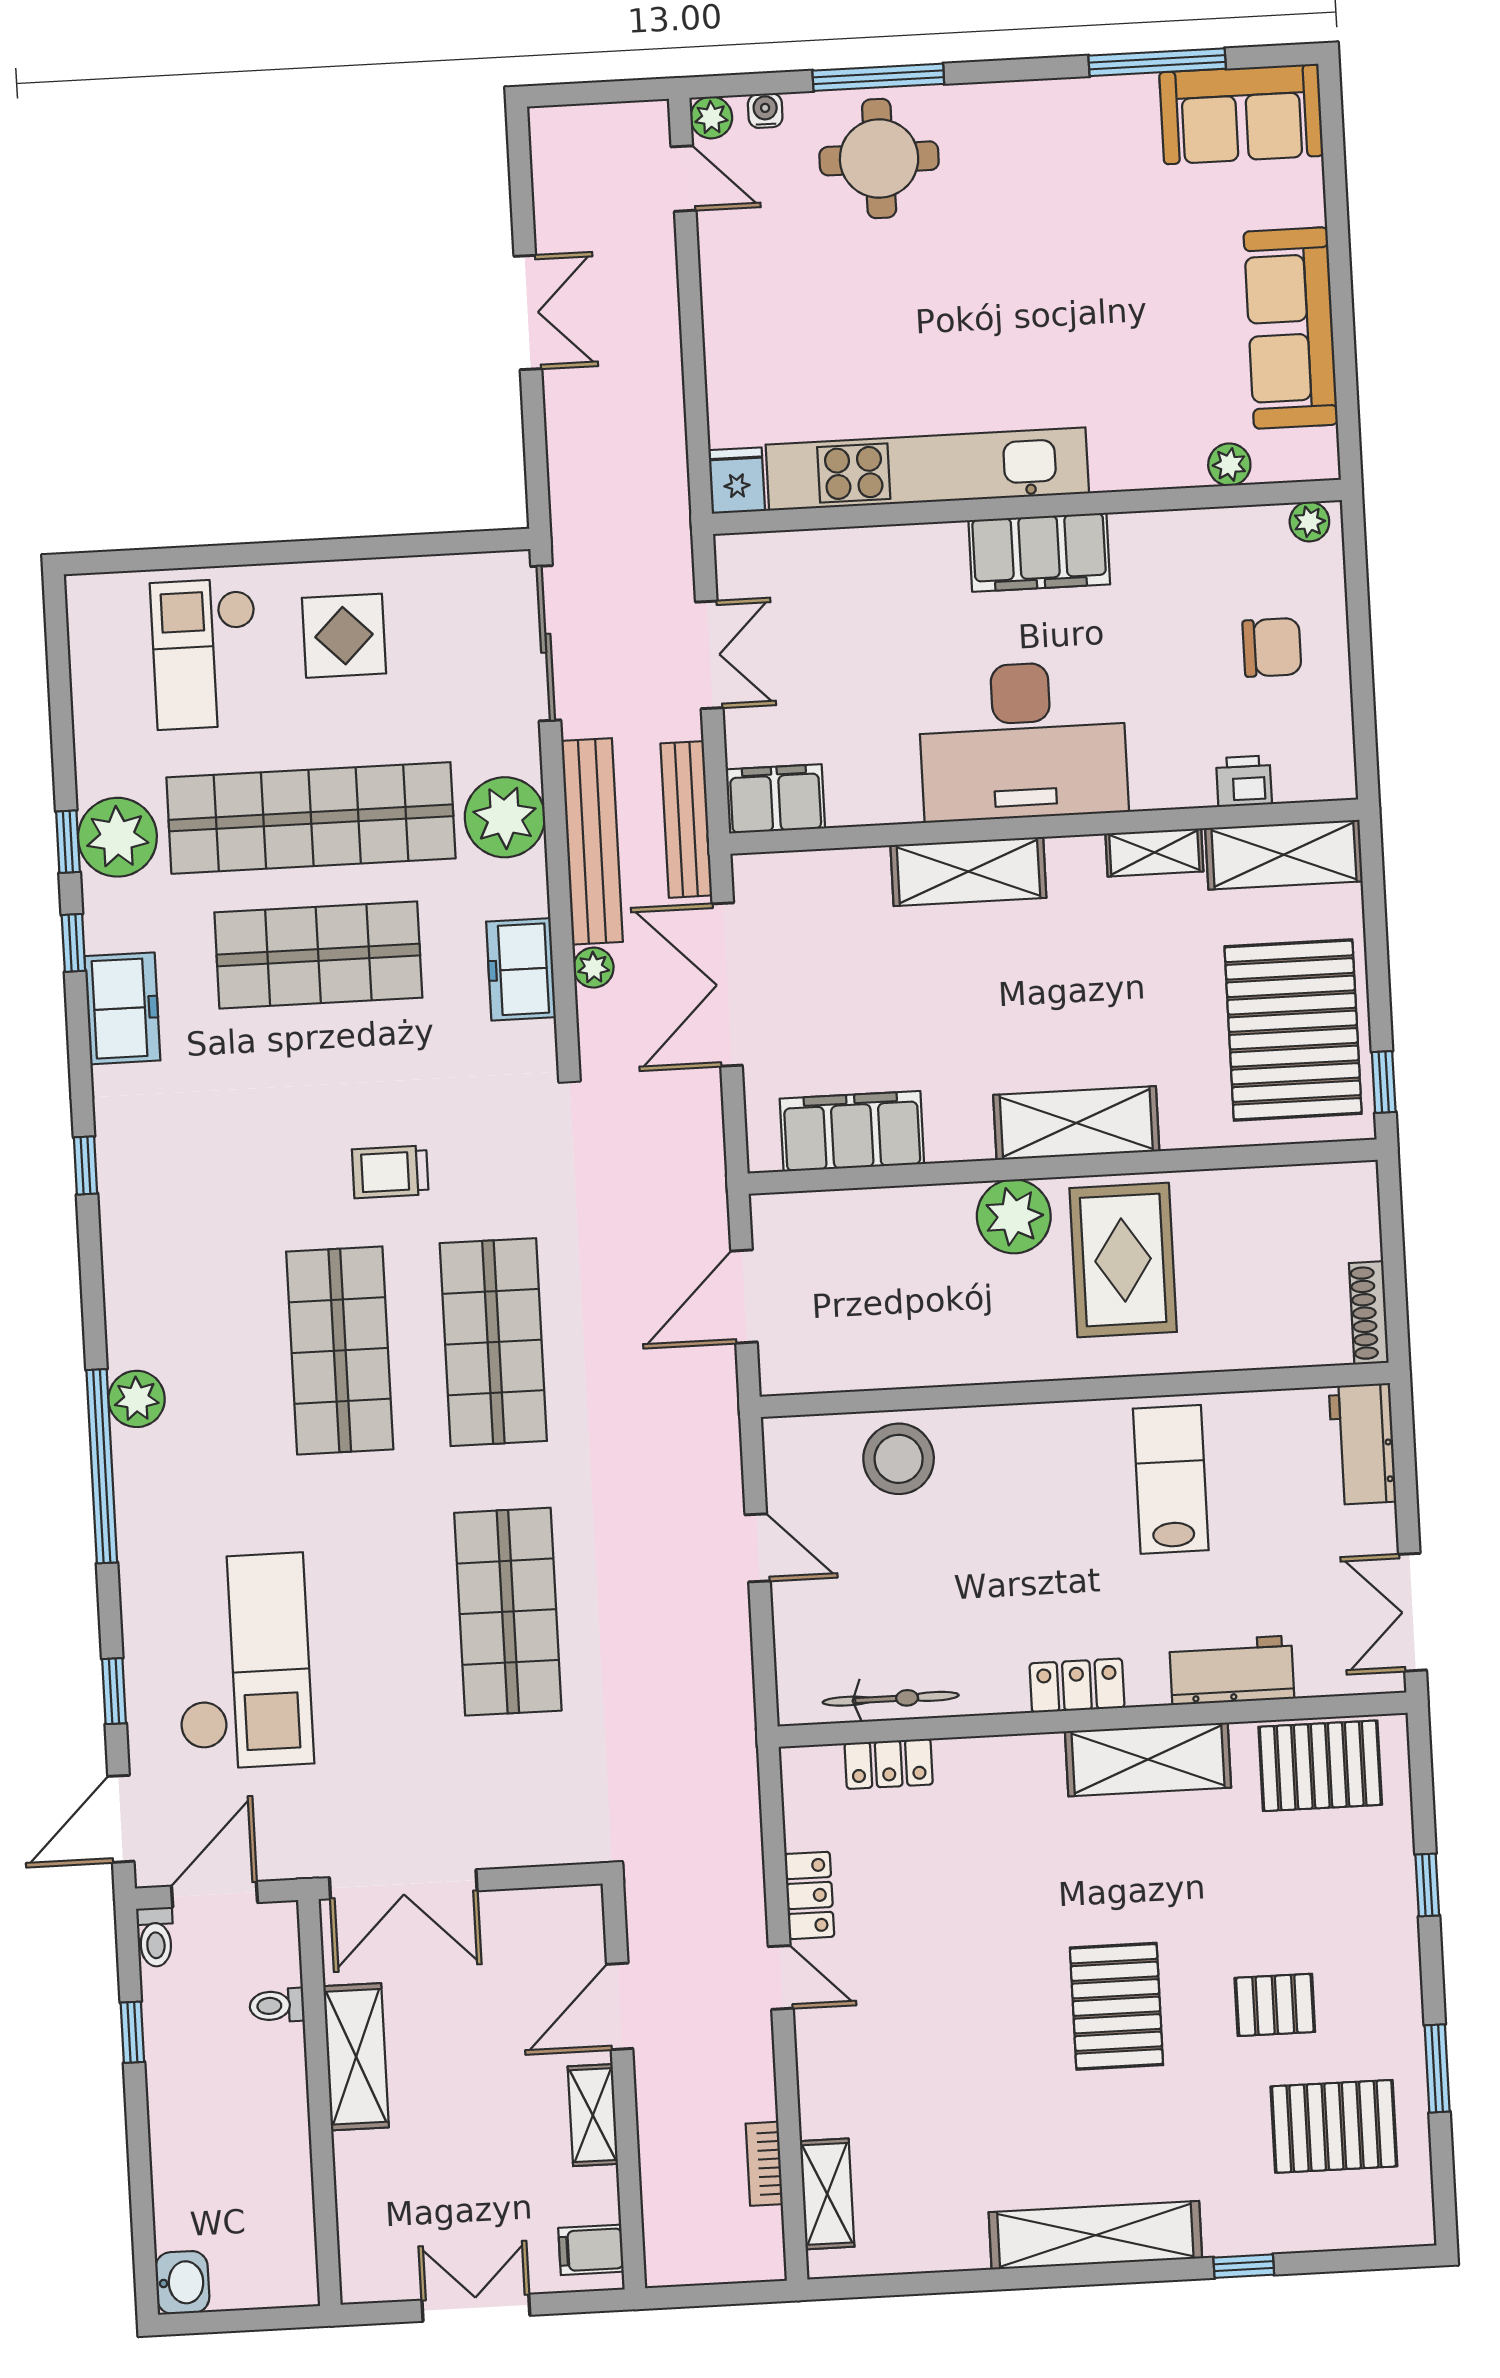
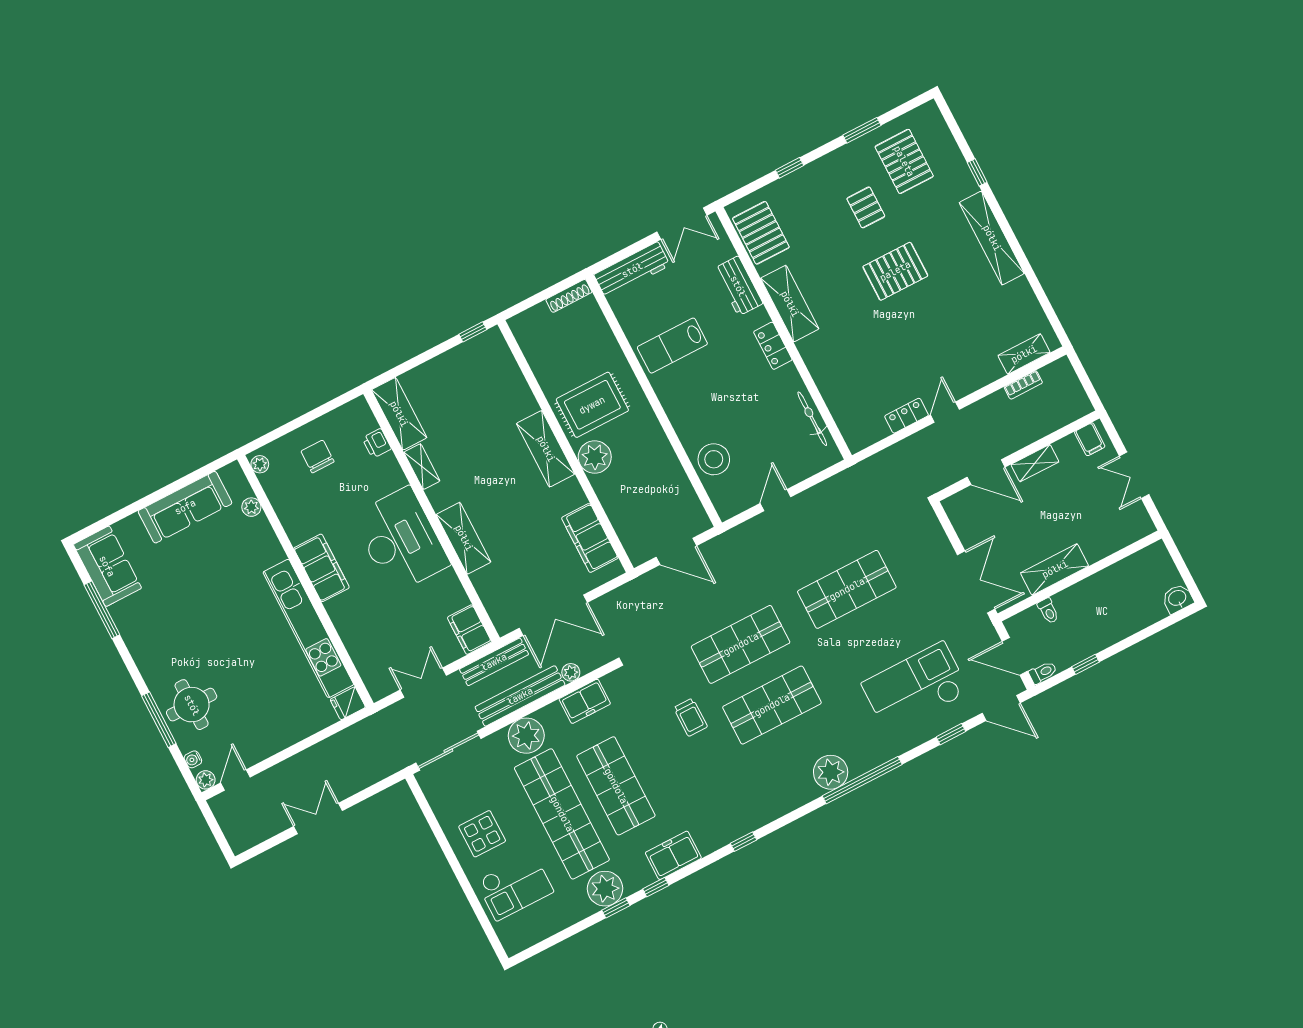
pallet: (1293, 1030) -> (468, 378), removed
plant: (137, 1399) -> (831, 772), width x1.36, depth x1.36
workbench: (1362, 1444) -> (632, 270), width x1.38
locker: (889, 1764) -> (839, 408), removed

